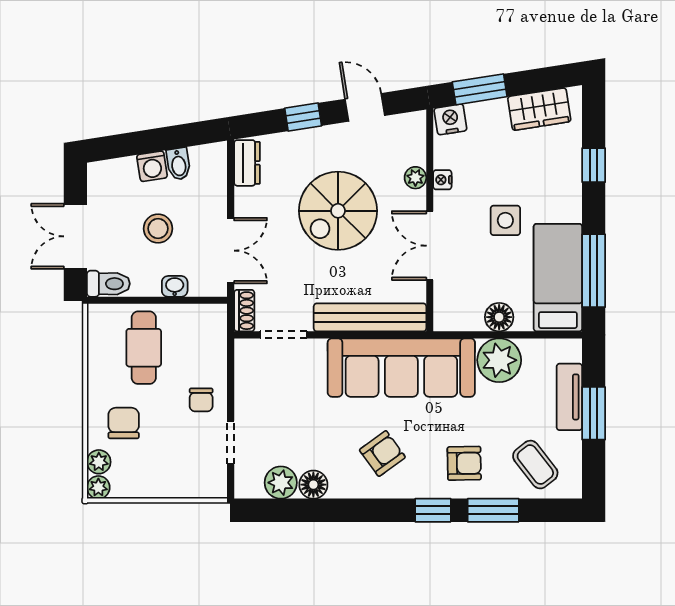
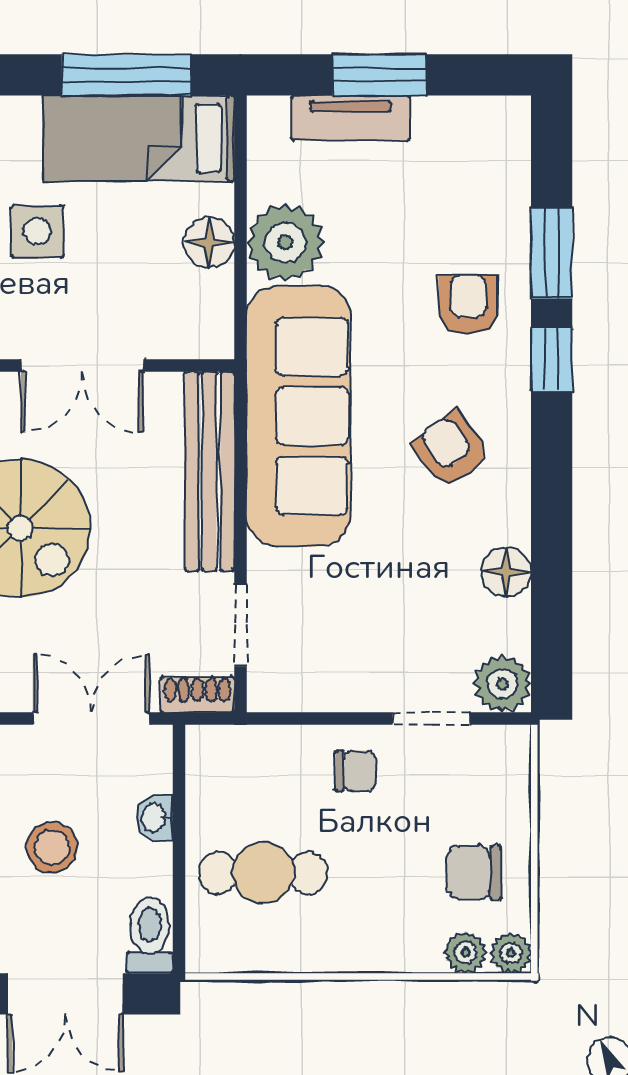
chair: (124, 423) -> (474, 872), moved
coffee table: (535, 465) -> (470, 178), removed
plant: (281, 483) -> (502, 684), moved

